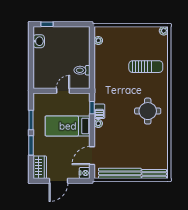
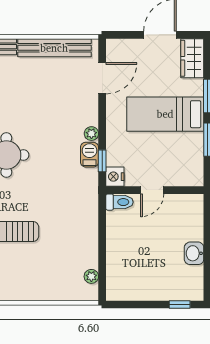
washbasin: (39, 41) -> (194, 253), moved
toilet: (82, 70) -> (119, 202), moved
bed: (68, 126) -> (165, 114), moved, turned 180
nightstand: (85, 173) -> (115, 177), moved

